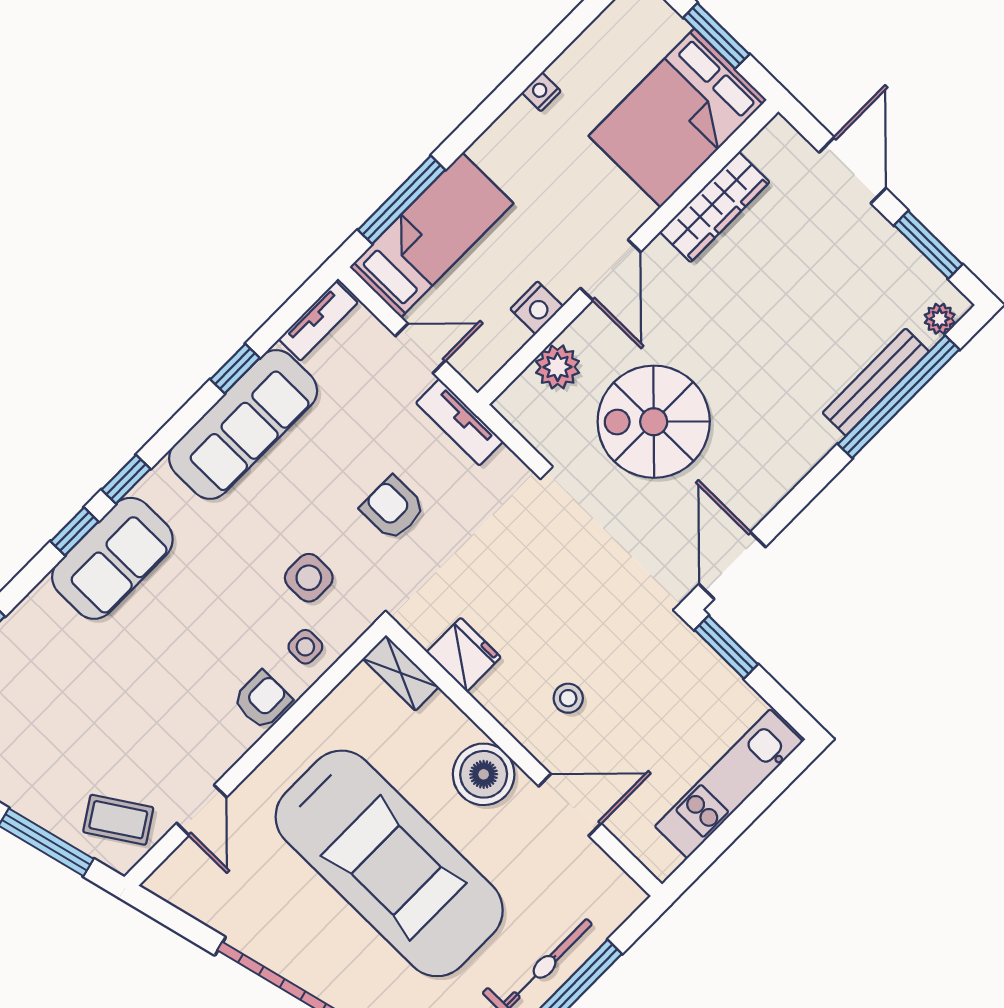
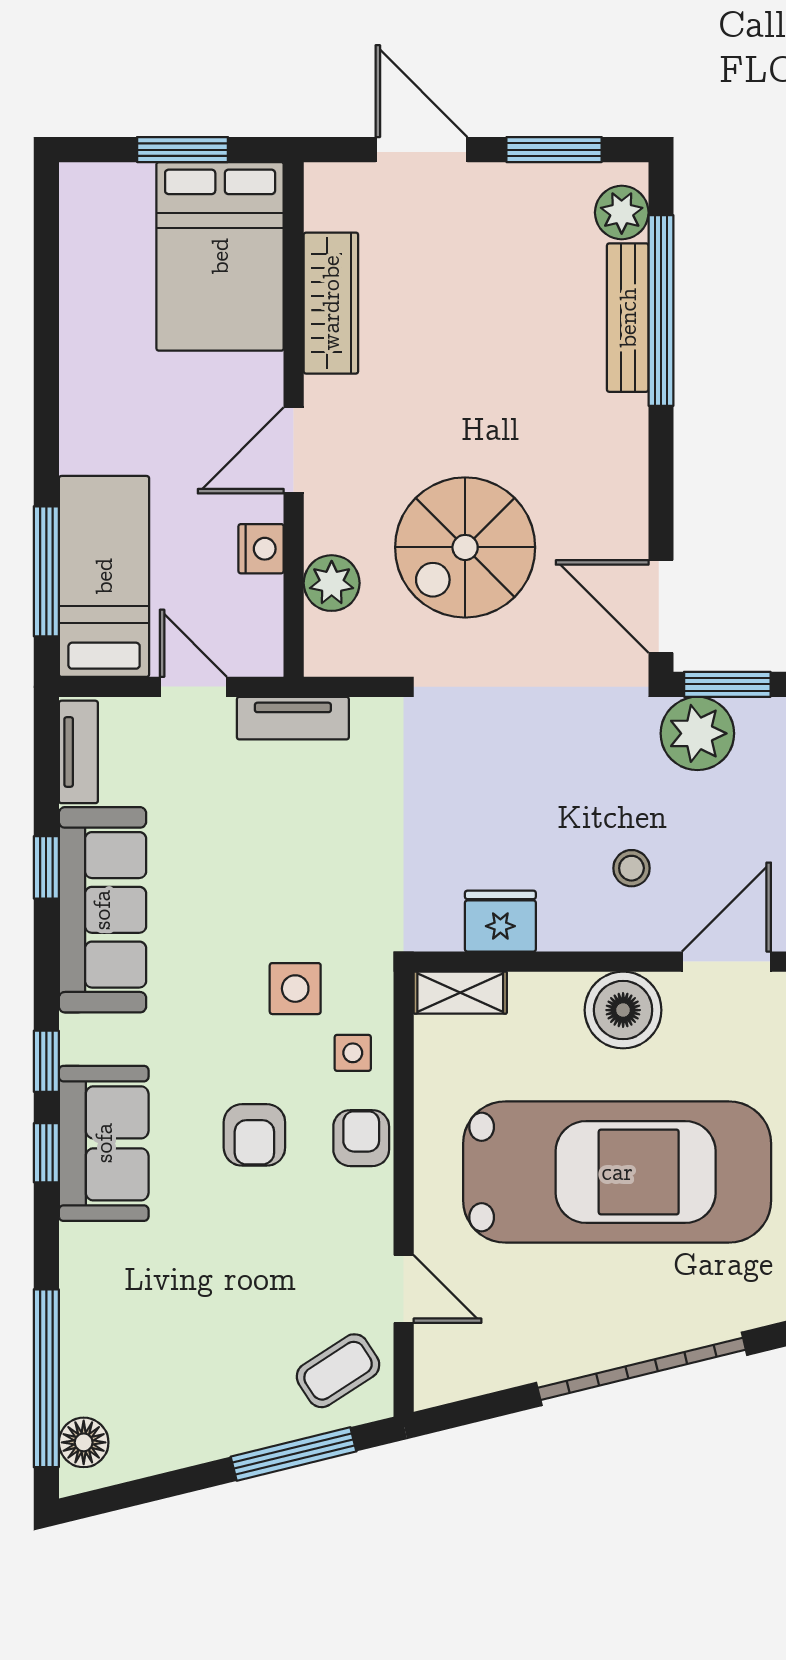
nightstand: (541, 92) -> (76, 353), removed
door: (611, 270) -> (294, 450), swing flipped
plant: (940, 319) -> (622, 213), width x1.38, depth x1.38
door: (420, 348) -> (193, 687), hinge flipped
armchair: (393, 508) -> (254, 1135), moved, turned -90
plant: (682, 658) -> (697, 733), added

